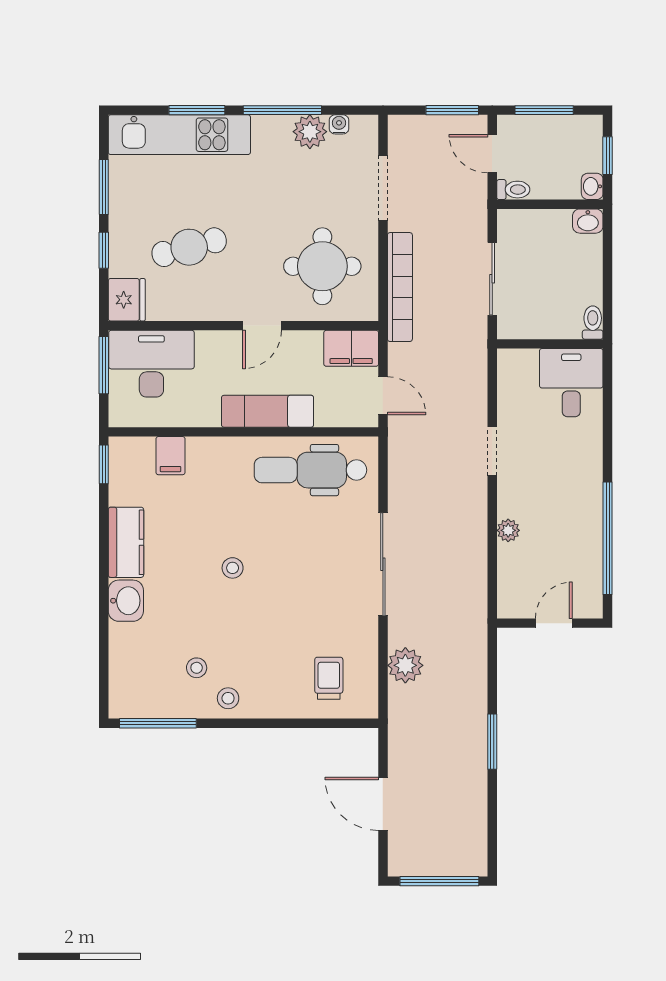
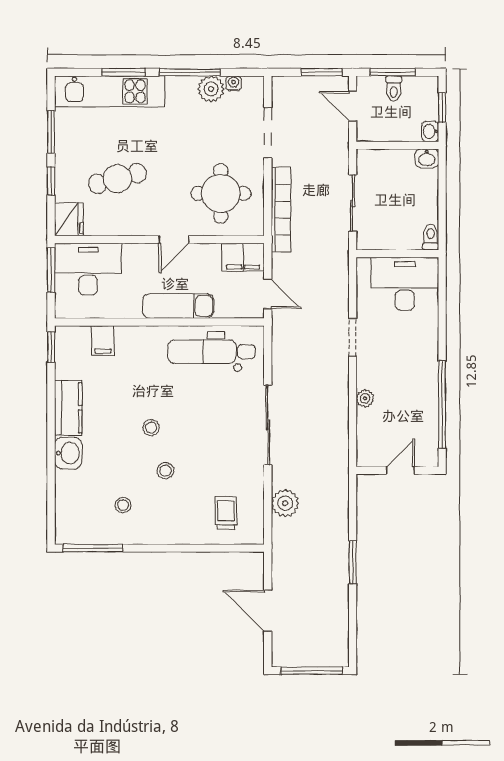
toilet: (513, 190) -> (394, 89), moved, turned 90
desk: (571, 383) -> (405, 284), width x1.37
stool: (228, 698) -> (165, 471), moved

